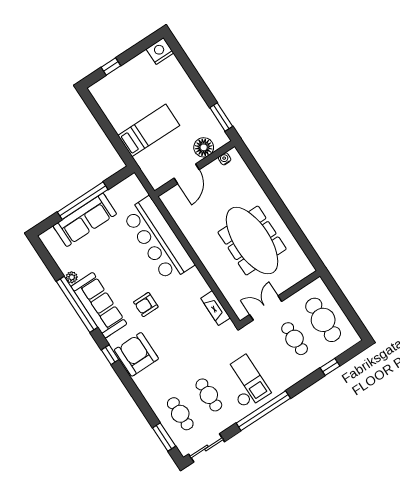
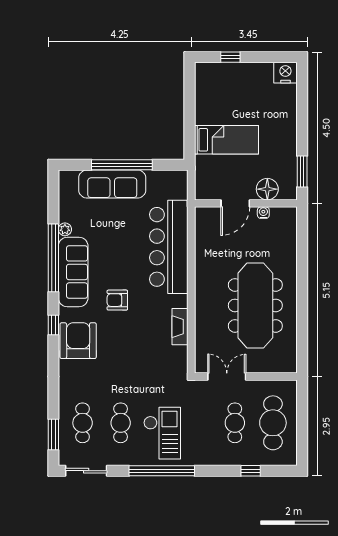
water cooler: (225, 159) -> (263, 213), moved
fireplace: (216, 308) -> (180, 327), moved

